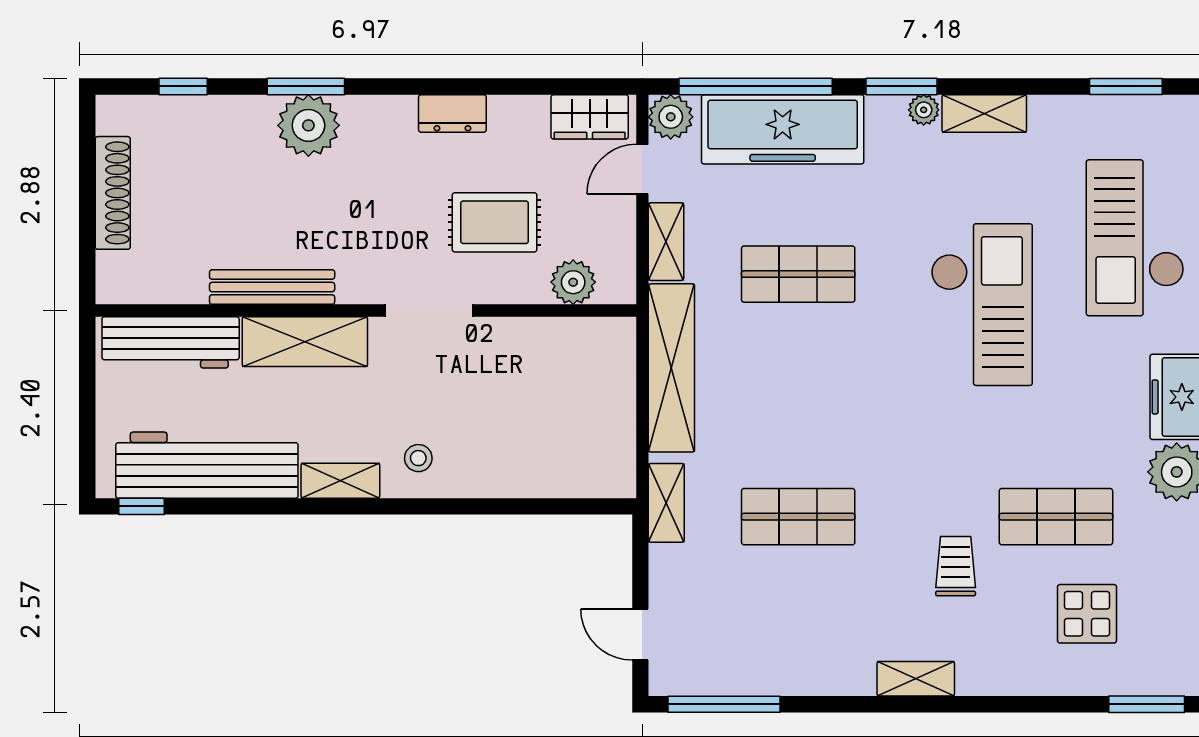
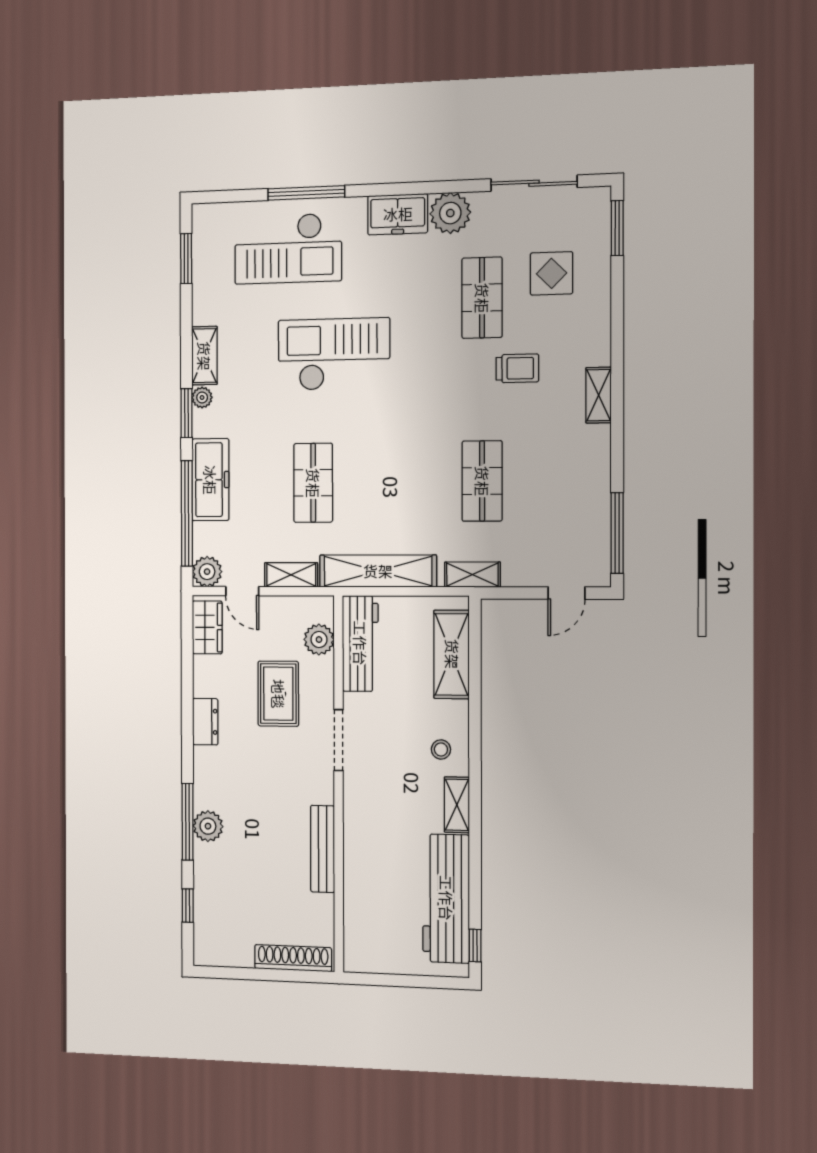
window: (306, 86) -> (188, 822), width x1.44
plant: (308, 125) -> (208, 826), width x0.73, depth x0.73
freezer: (783, 129) -> (210, 480), width x0.73, depth x0.79
shoe rack: (113, 193) -> (293, 958), moved
workbench: (171, 342) -> (360, 643), moved
shelving: (305, 342) -> (452, 654), moved
trolley: (956, 566) -> (517, 368), turned 180

